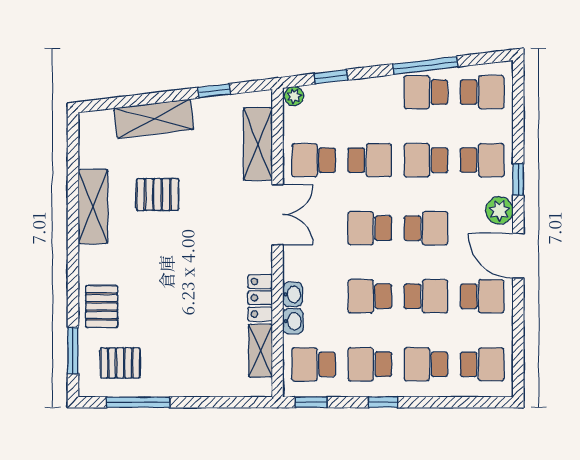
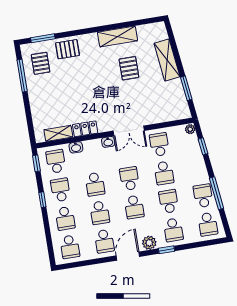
window: (214, 91) -> (186, 88), width x1.50
shelving: (258, 144) -> (163, 115), removed
washbasin: (293, 294) -> (108, 142), moved
school desk: (370, 296) -> (95, 184), turned 180
school desk: (426, 364) -> (65, 218), turned 180

